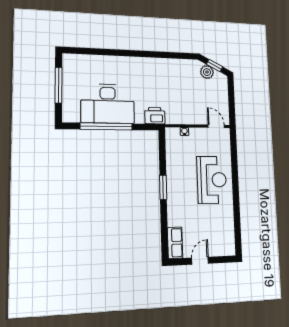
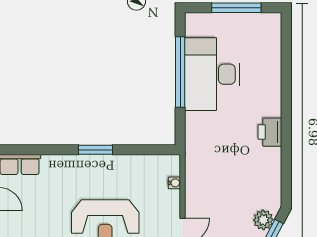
printer: (155, 116) -> (270, 132), moved, turned 180

